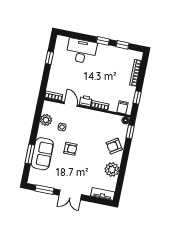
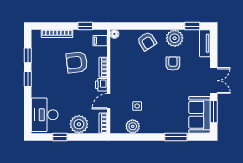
desk: (81, 51) -> (45, 115), moved
plant: (57, 76) -> (79, 124), added
armchair: (108, 84) -> (77, 62), added
window: (130, 132) -> (192, 26), moved
armchair: (70, 149) -> (173, 64), moved
sofa: (42, 154) -> (199, 115), moved, turned -90

